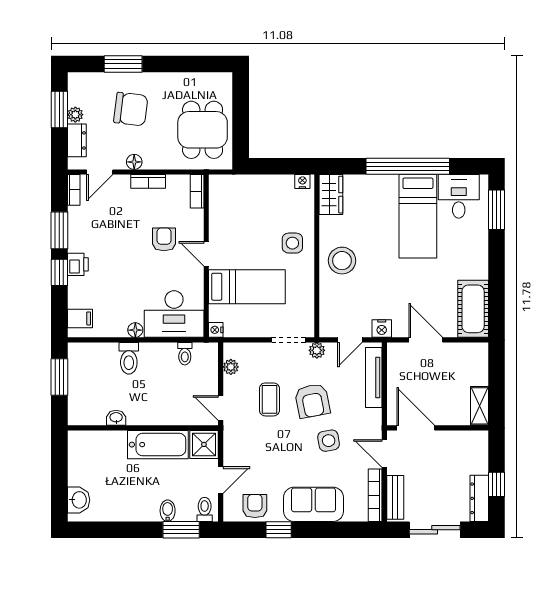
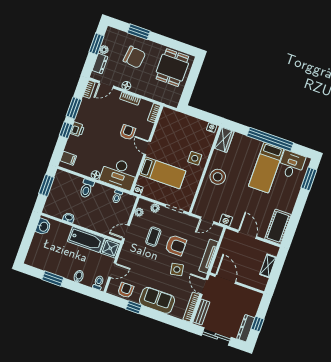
dining table: (203, 130) -> (172, 68), moved
plant: (317, 350) -> (155, 208), moved
tv unit: (374, 378) -> (208, 256), moved
armchair: (312, 401) -> (176, 245), turned -79
shelving: (479, 406) -> (268, 266), moved
door: (221, 408) -> (126, 232), hinge flipped
washbasin: (79, 500) -> (43, 227), moved
window: (181, 530) -> (53, 279), moved

